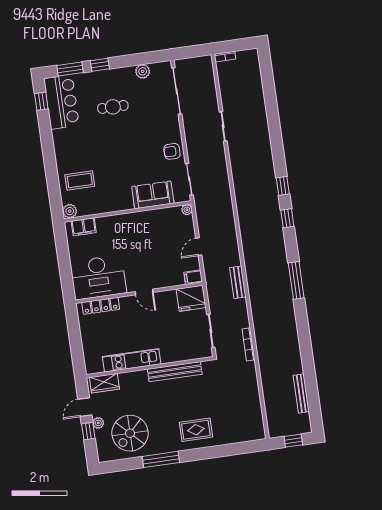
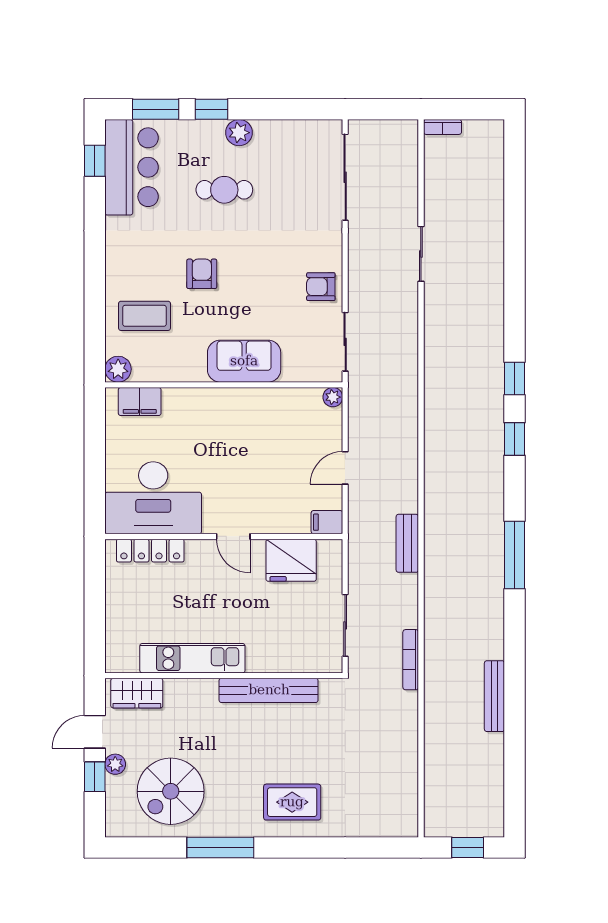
plant: (143, 71) -> (239, 133), moved
armchair: (107, 154) -> (202, 274), added
sofa: (153, 195) -> (244, 361), moved
fridge: (191, 298) -> (291, 560), moved
bench: (301, 393) -> (494, 696), moved

